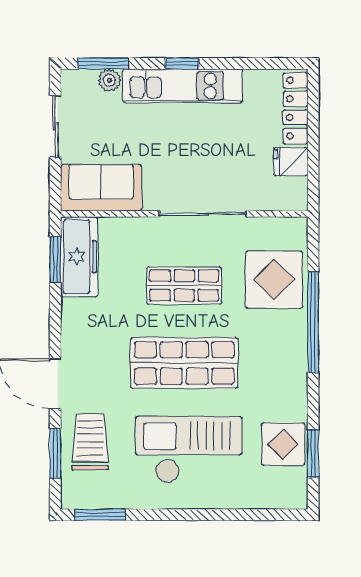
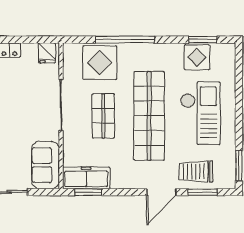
fridge: (291, 162) -> (47, 53), moved
shop shelf: (184, 363) -> (149, 116), width x1.40
checkout: (189, 450) -> (200, 113), turned 180

